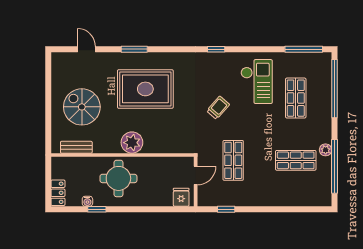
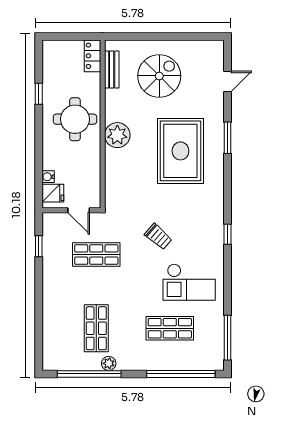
locker: (58, 193) -> (92, 56), moved, turned 90
water cooler: (87, 201) -> (48, 177), moved

